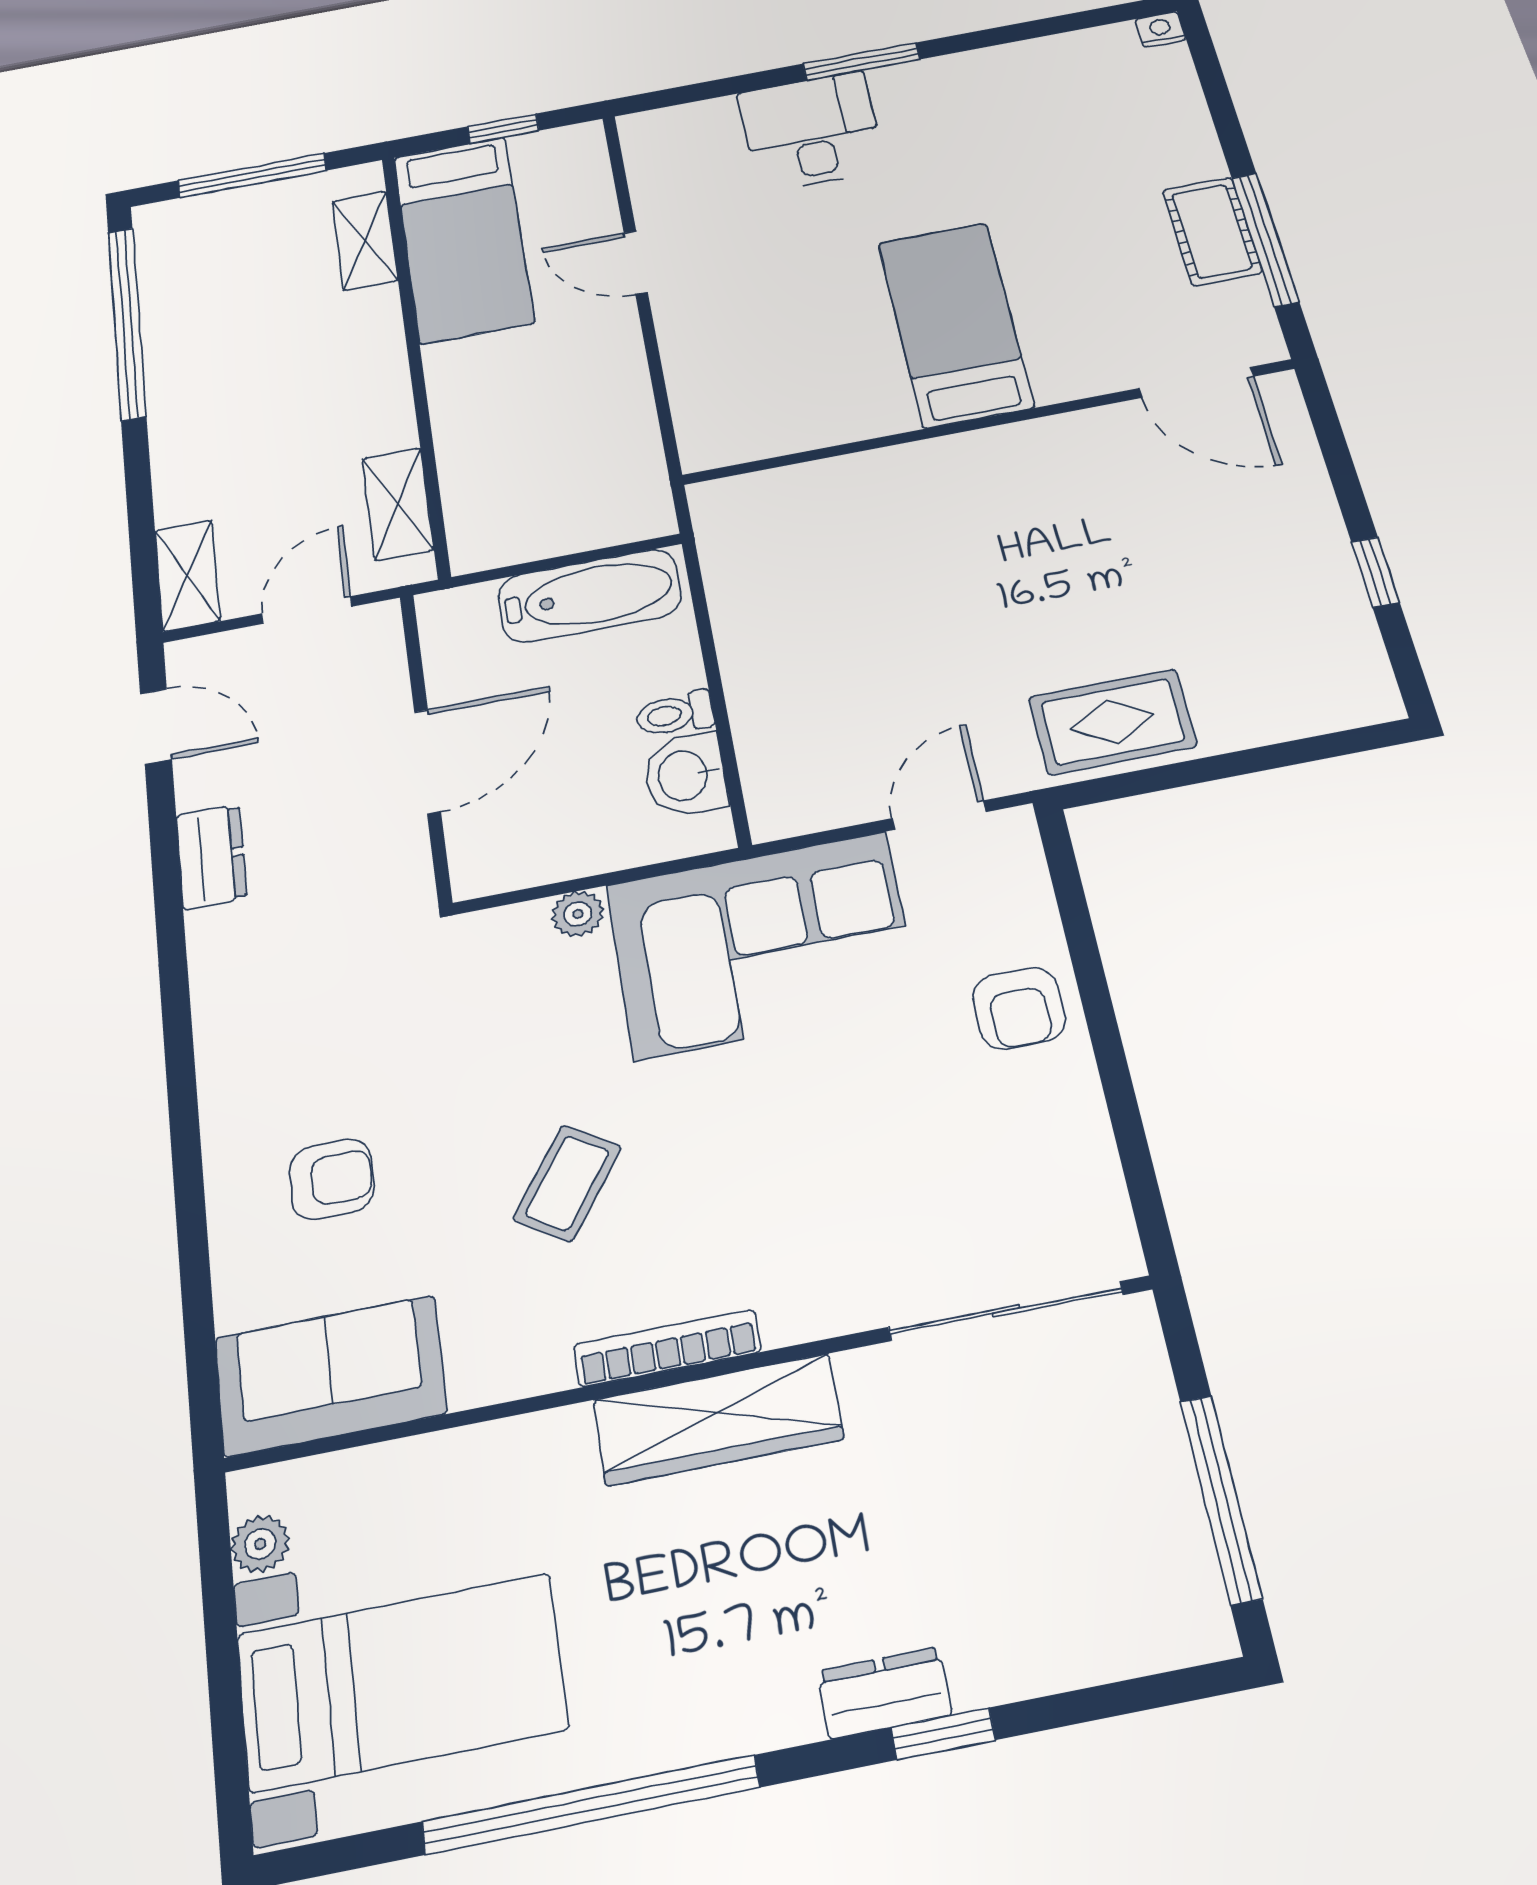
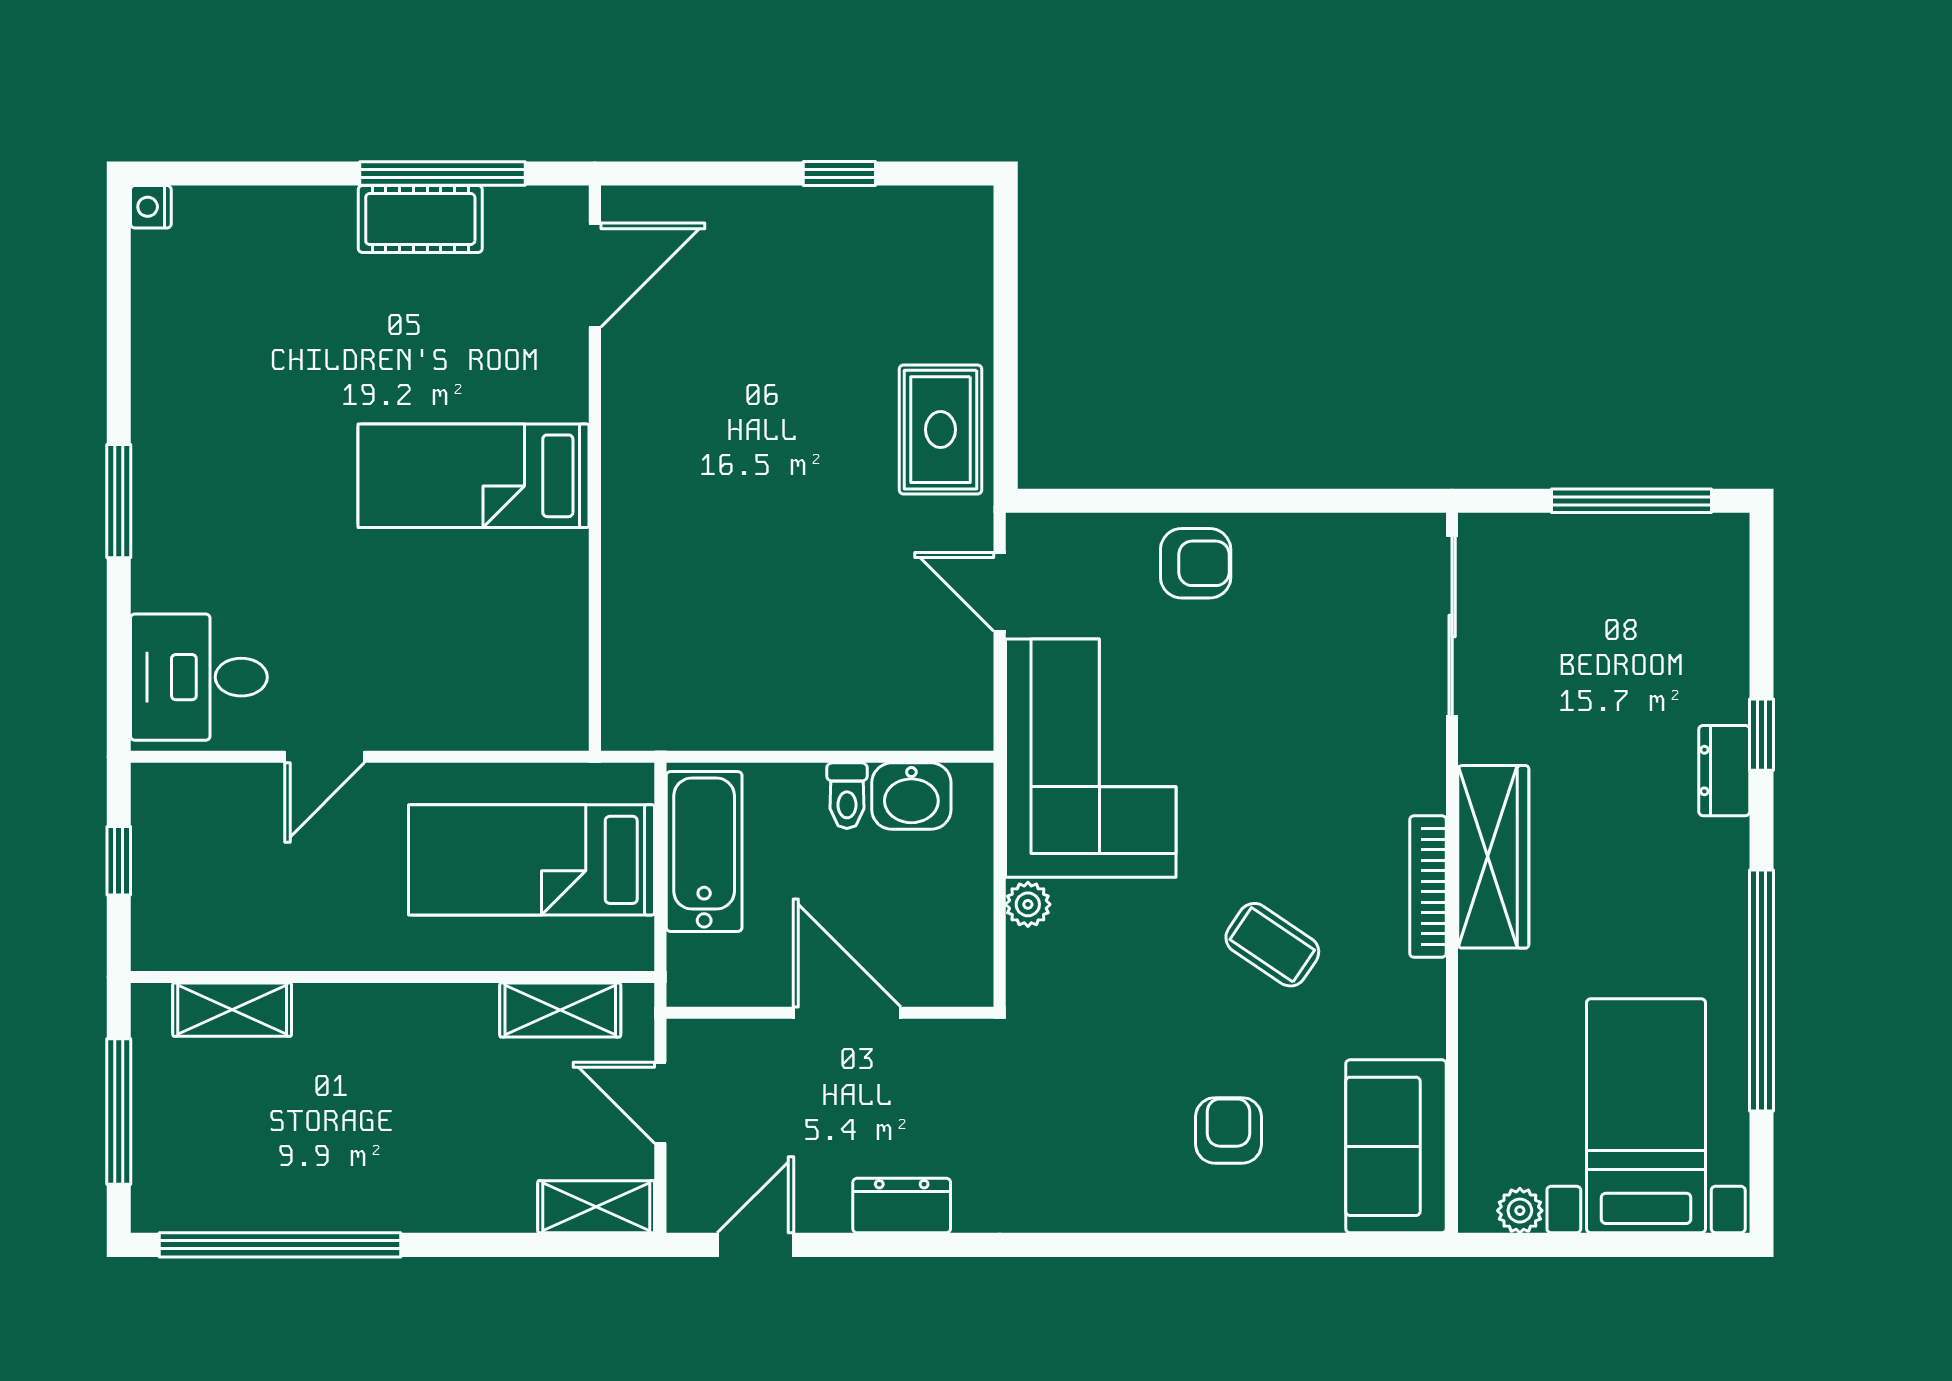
desk: (811, 131) -> (199, 677), moved
bed: (463, 239) -> (532, 860), moved, turned 180

